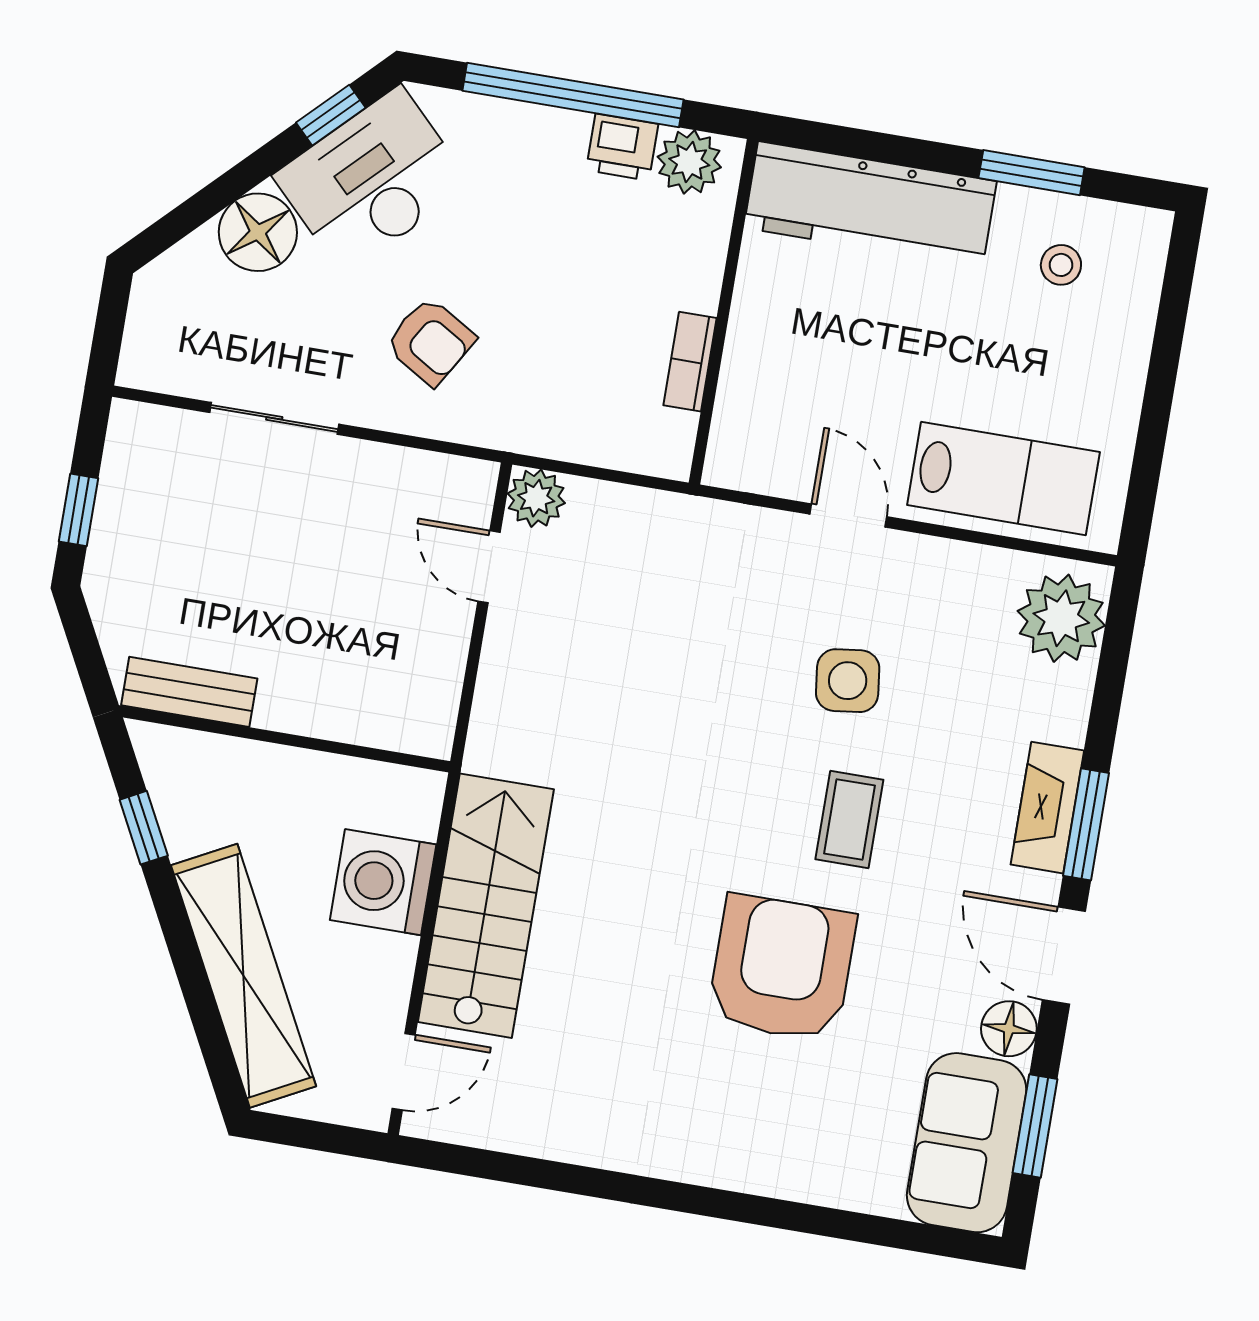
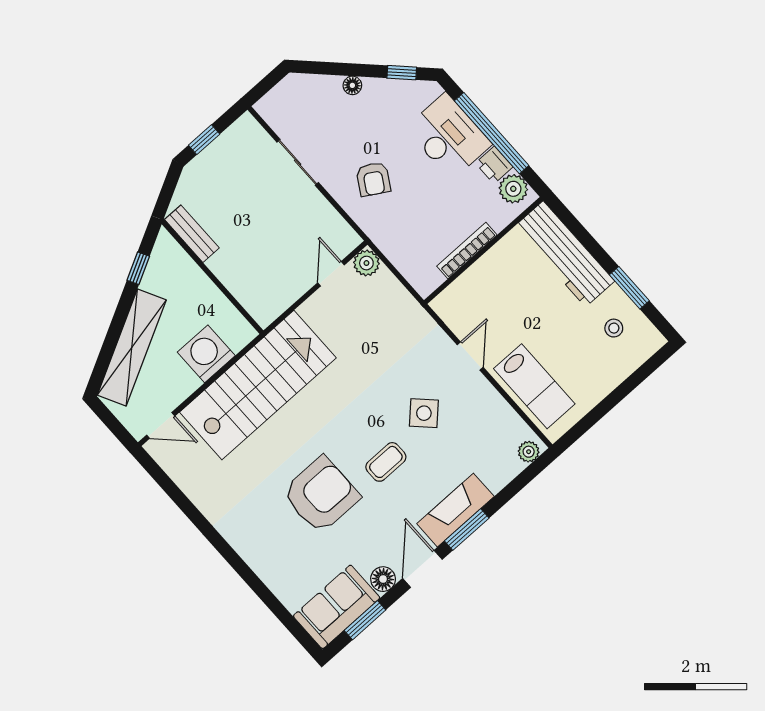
desk: (372, 180) -> (448, 136), moved, turned 45
floor lamp: (258, 232) -> (352, 85), width x0.53, depth x0.53
bookcase: (690, 362) -> (467, 250), width x1.56
plant: (1061, 618) -> (529, 452), width x0.53, depth x0.53
side table: (848, 681) -> (424, 413), turned -38
fireplace: (1047, 808) -> (455, 510), width x1.37, depth x1.32
stairs: (486, 906) -> (258, 385), width x1.36, depth x1.51

